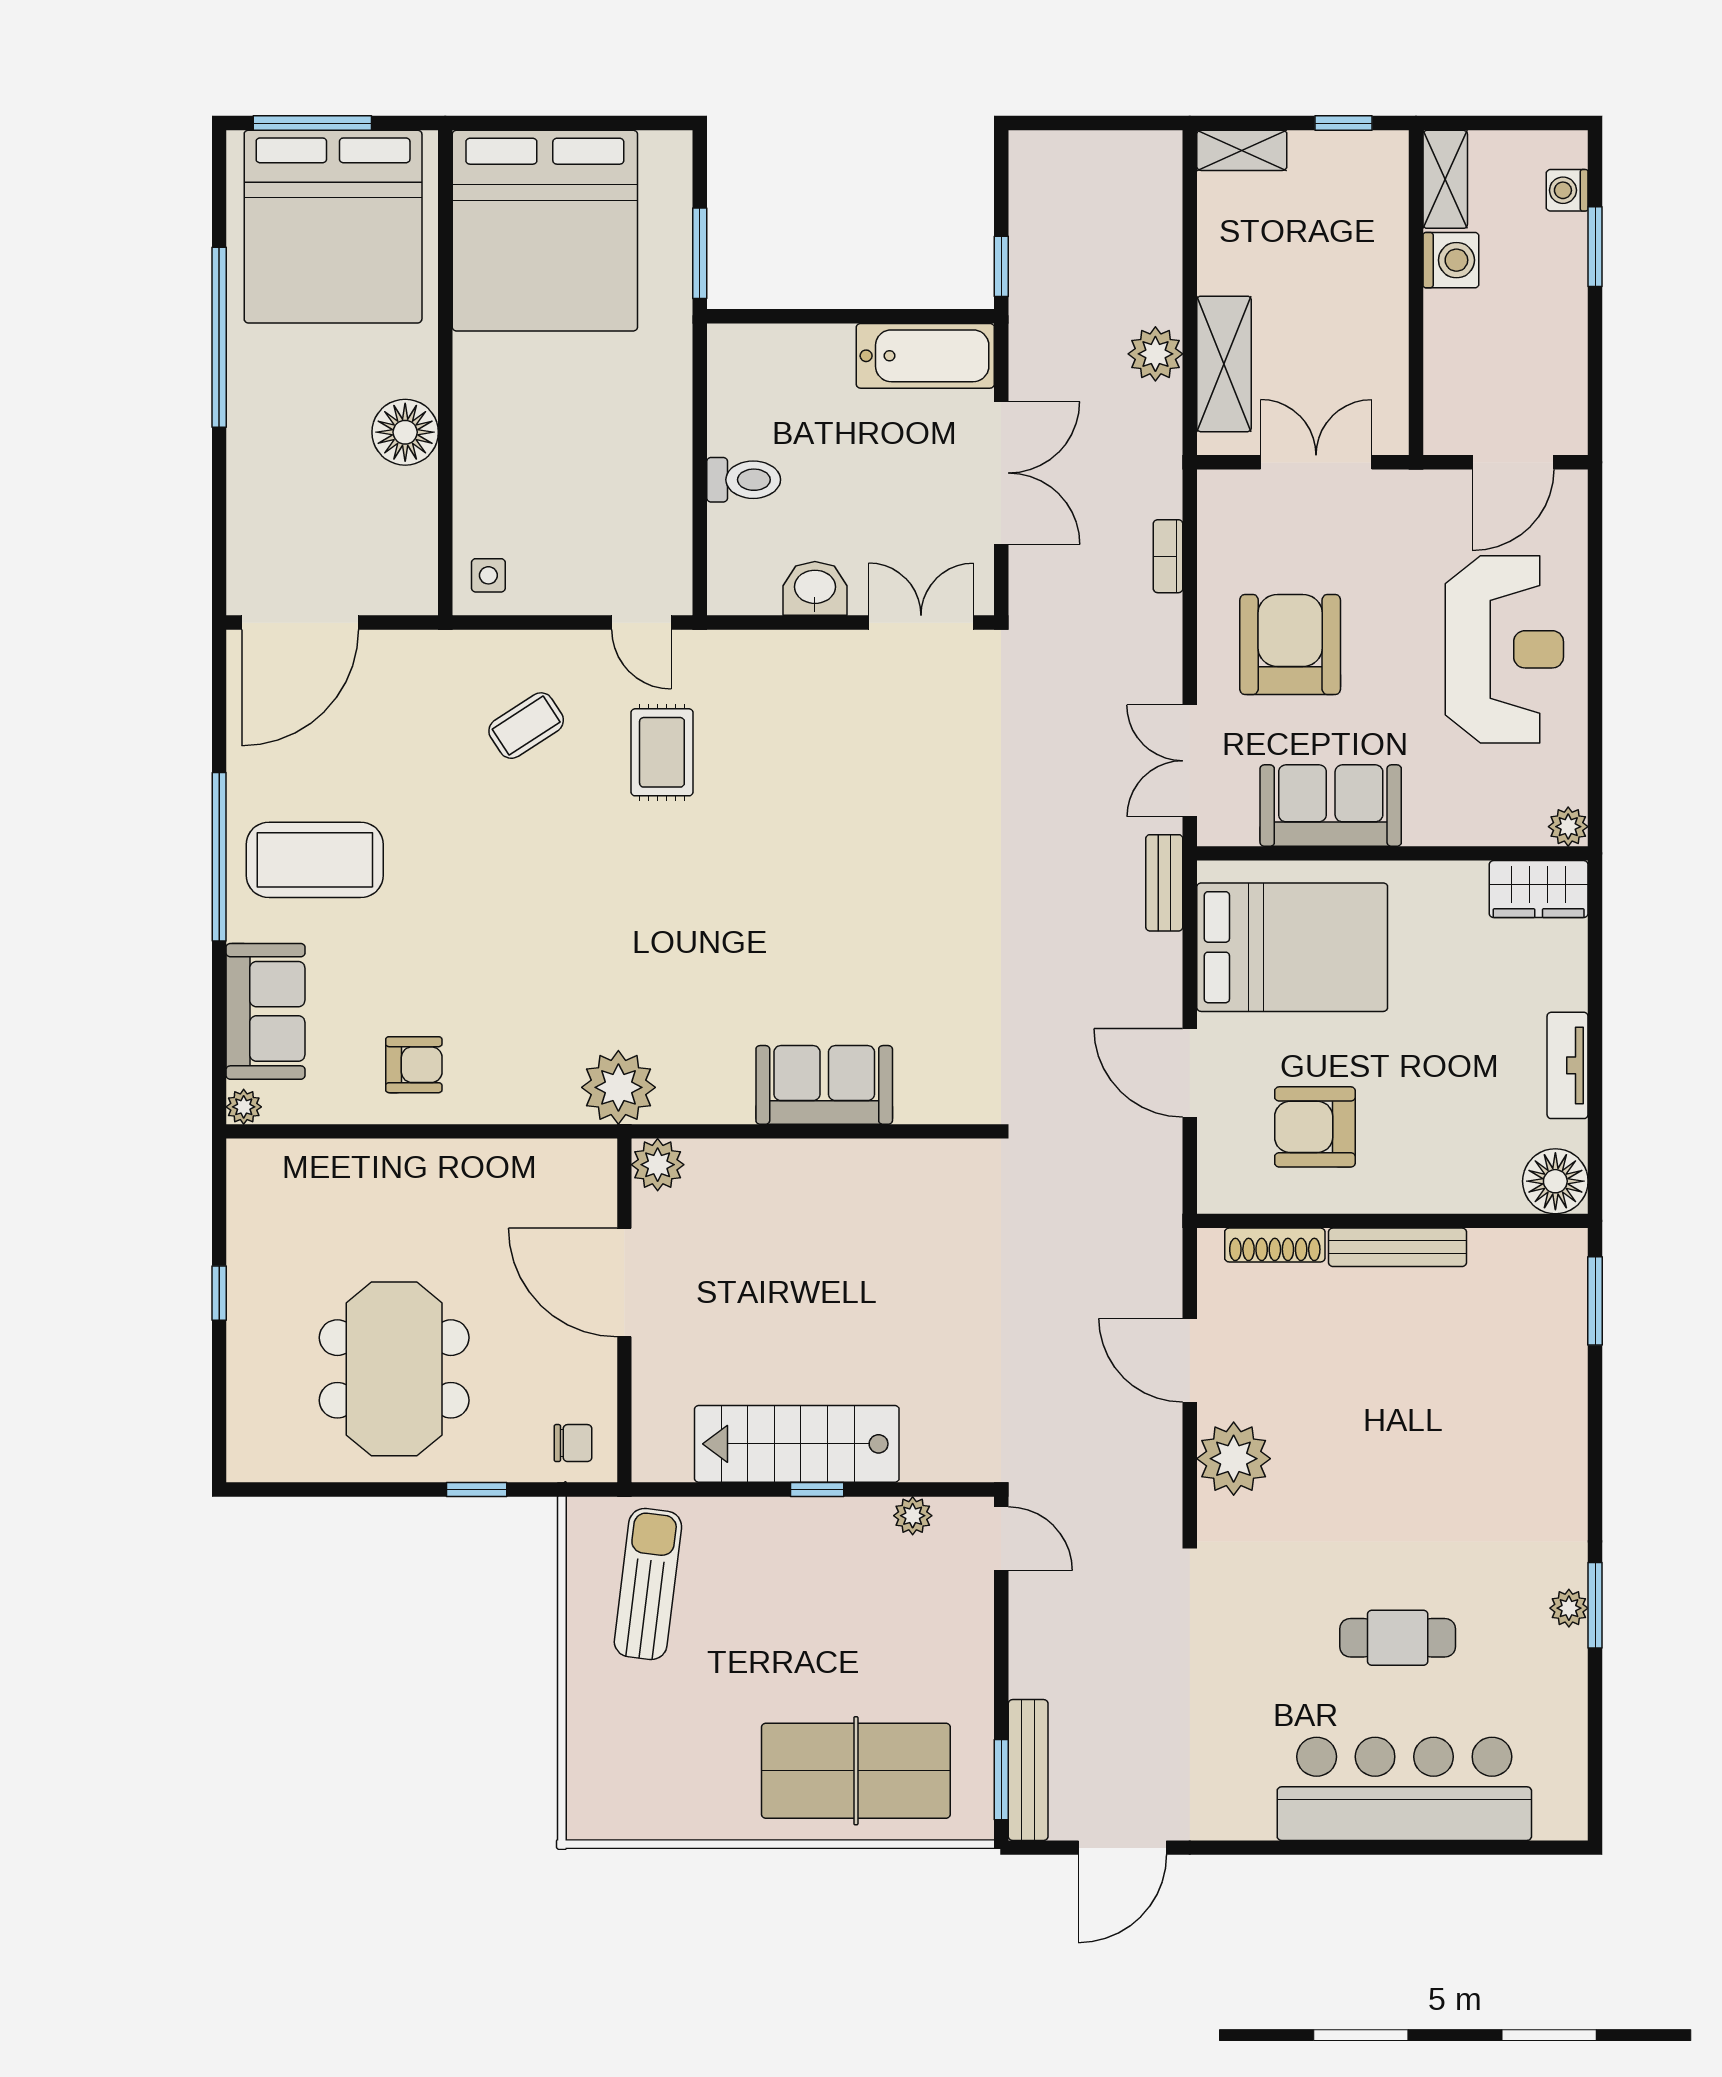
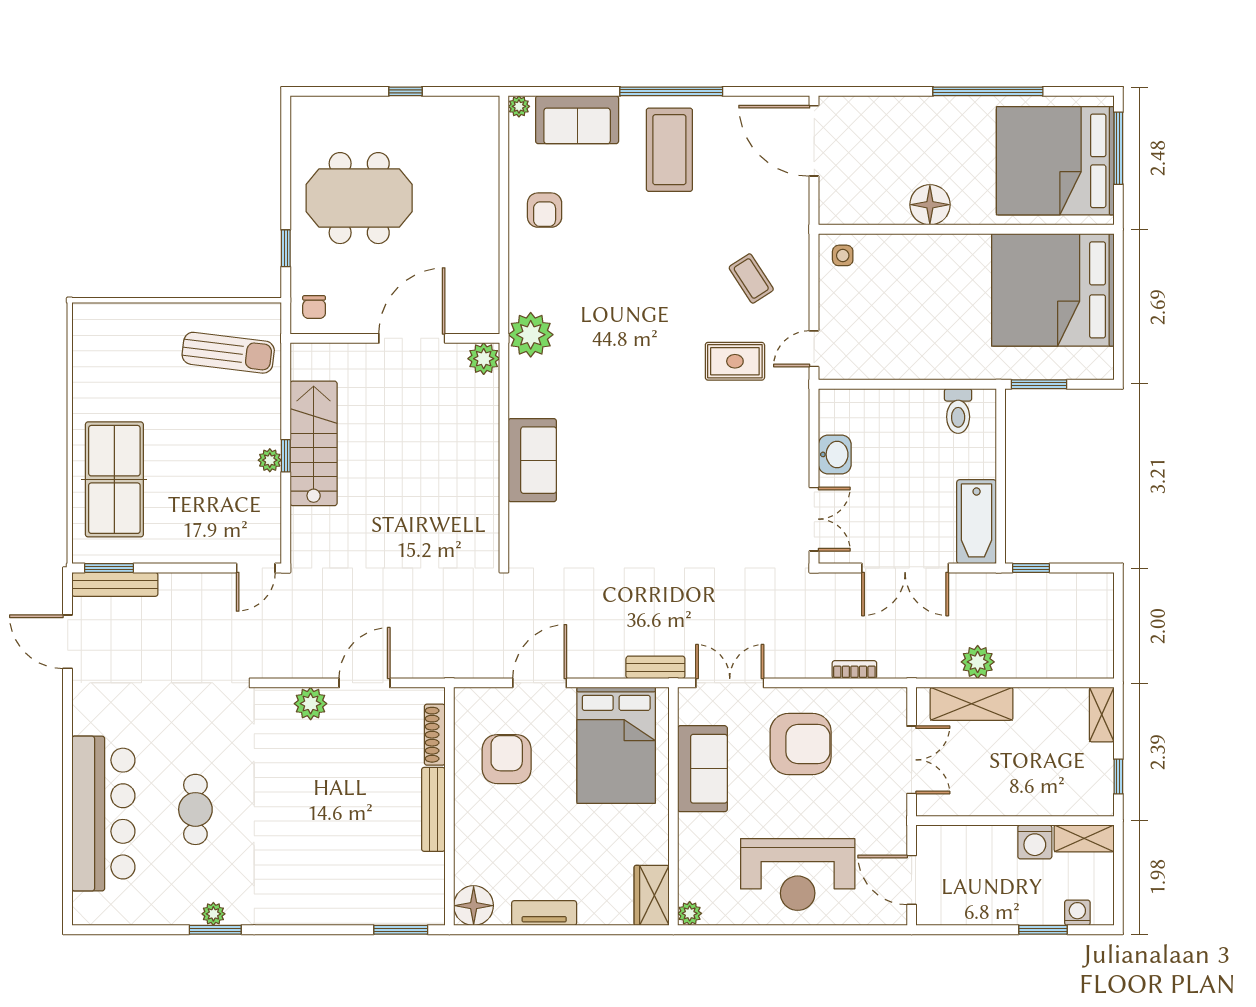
toilet: (744, 480) -> (958, 411), moved
plant: (1234, 1459) -> (311, 704), width x0.73, depth x0.73
plant: (913, 1516) -> (270, 460), moved

